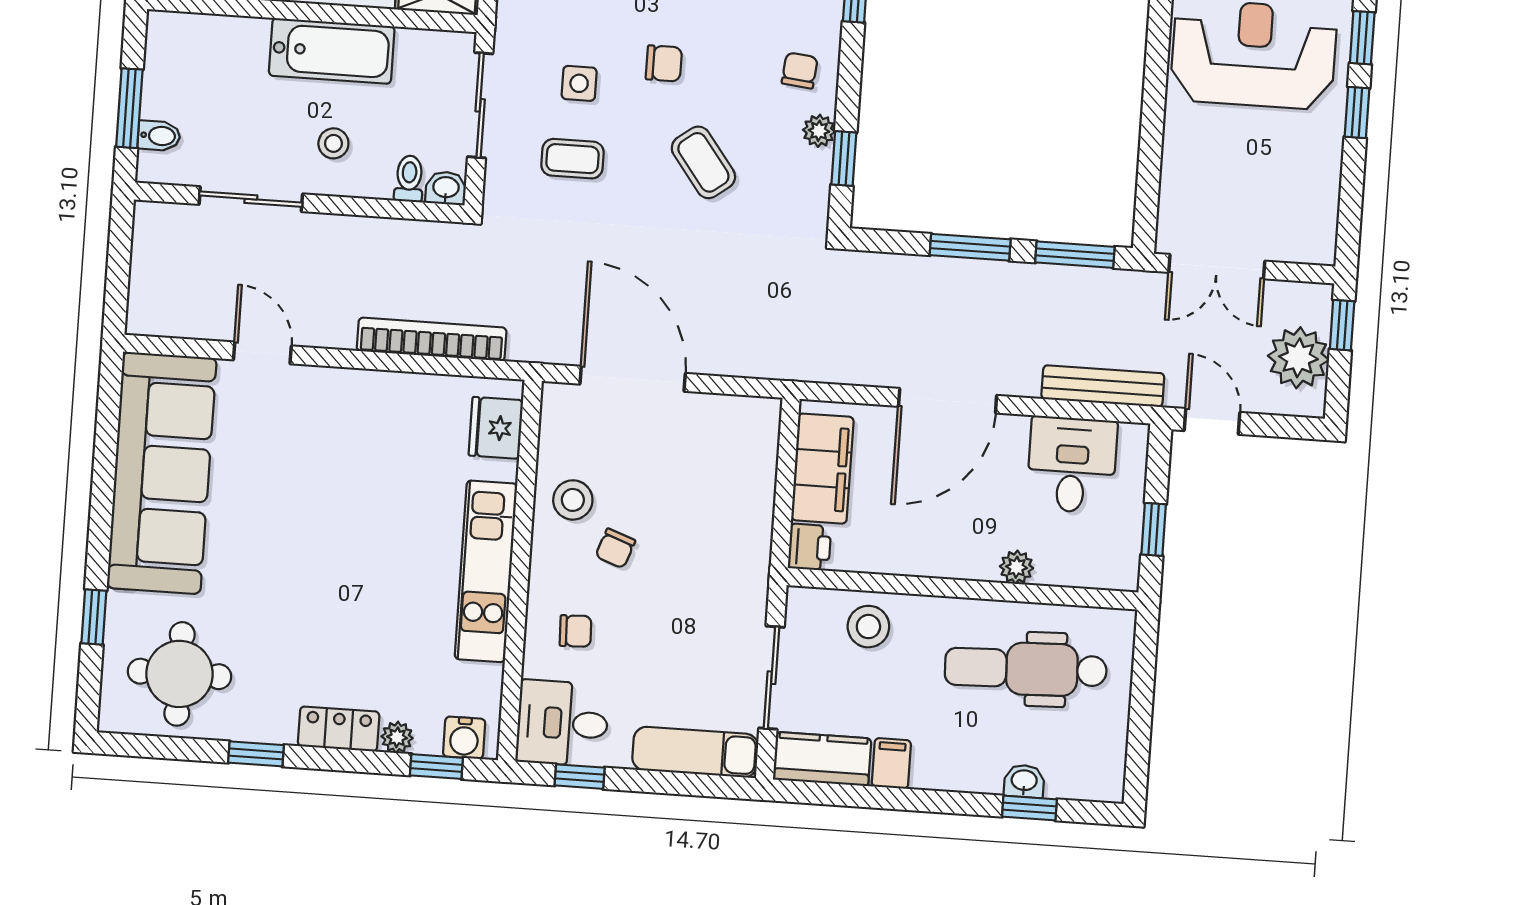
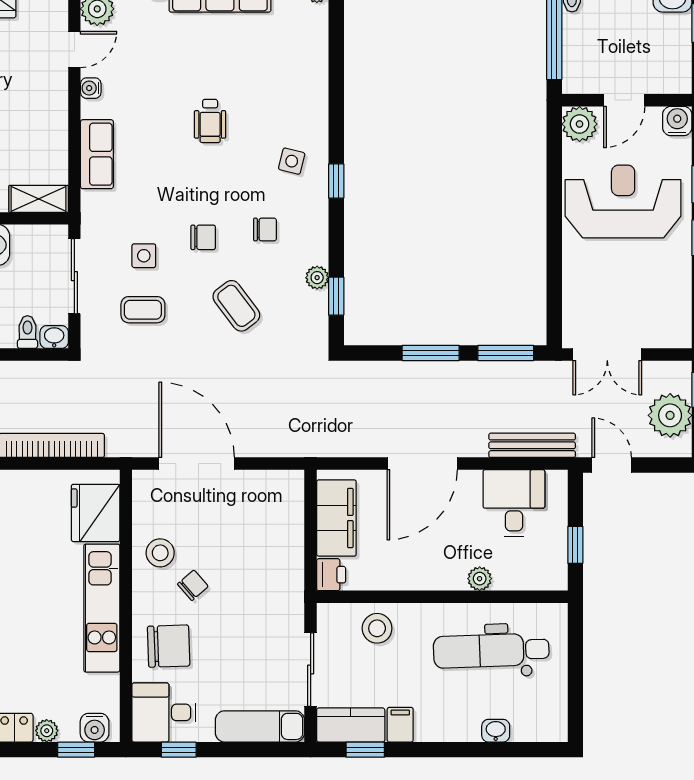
chair: (800, 70) -> (265, 229), moved, turned 84
fridge: (496, 428) -> (96, 513), width x1.36, depth x1.34
chair: (615, 548) -> (193, 585), turned -151
chair: (576, 631) -> (169, 646), width x1.87, depth x1.87
window: (1029, 808) -> (365, 750), moved

